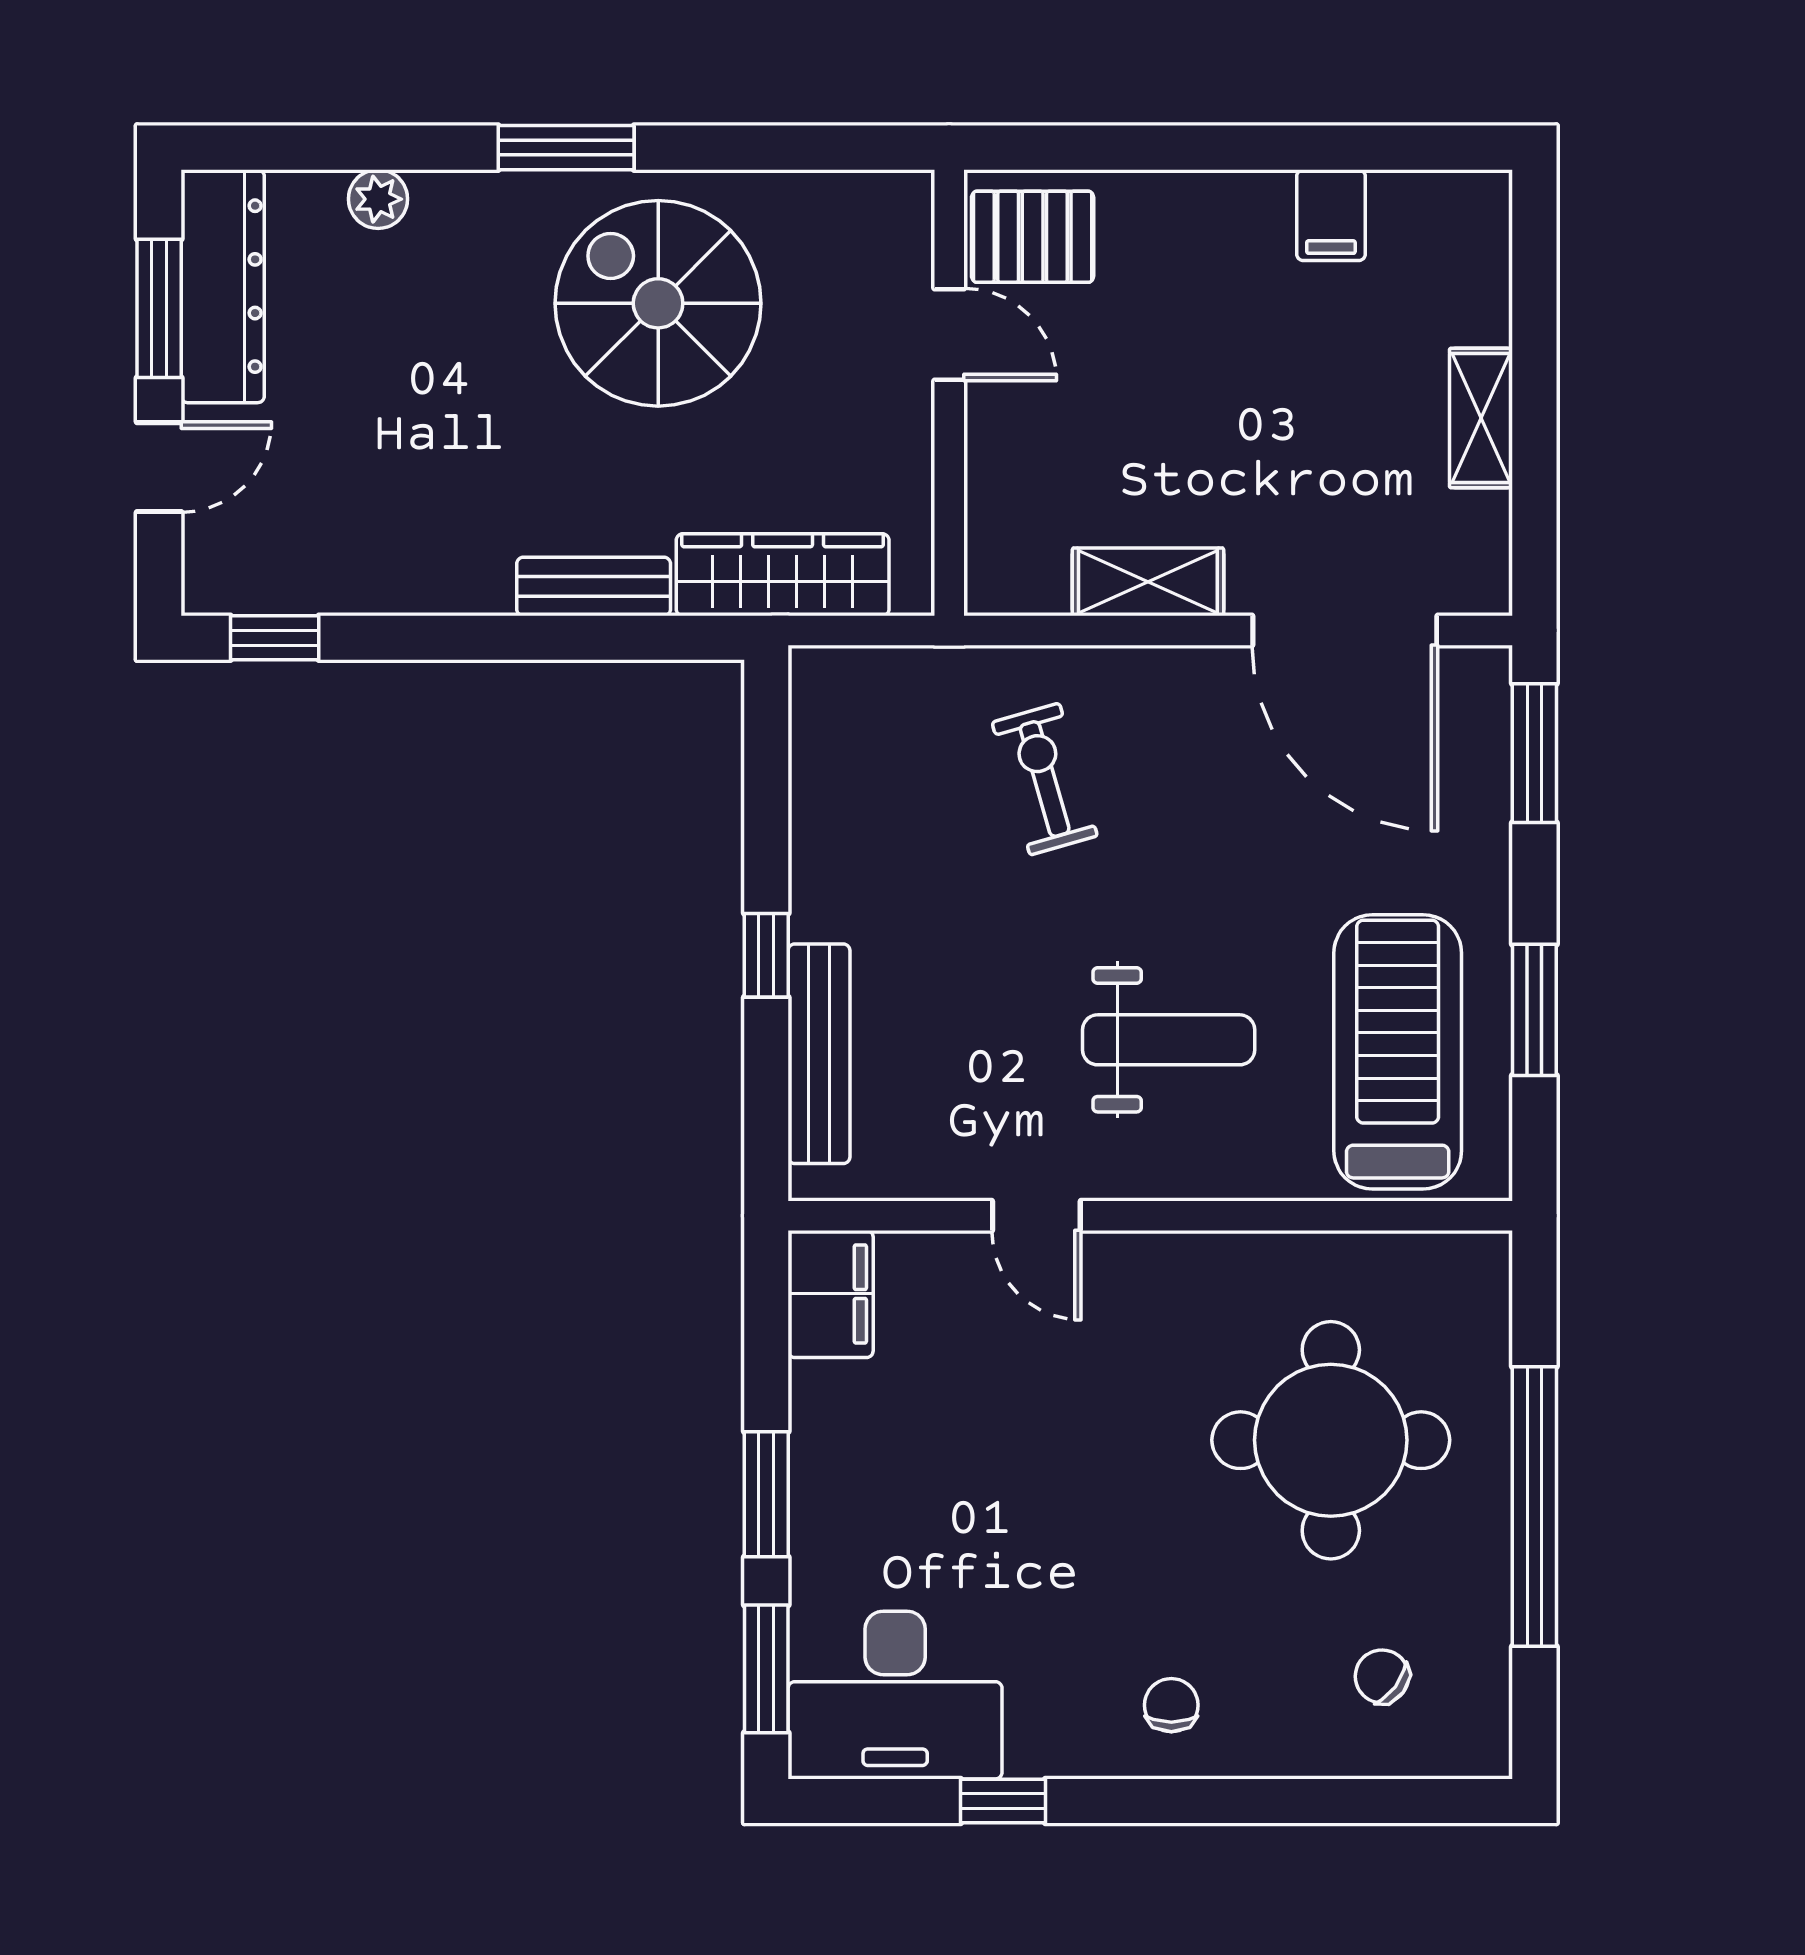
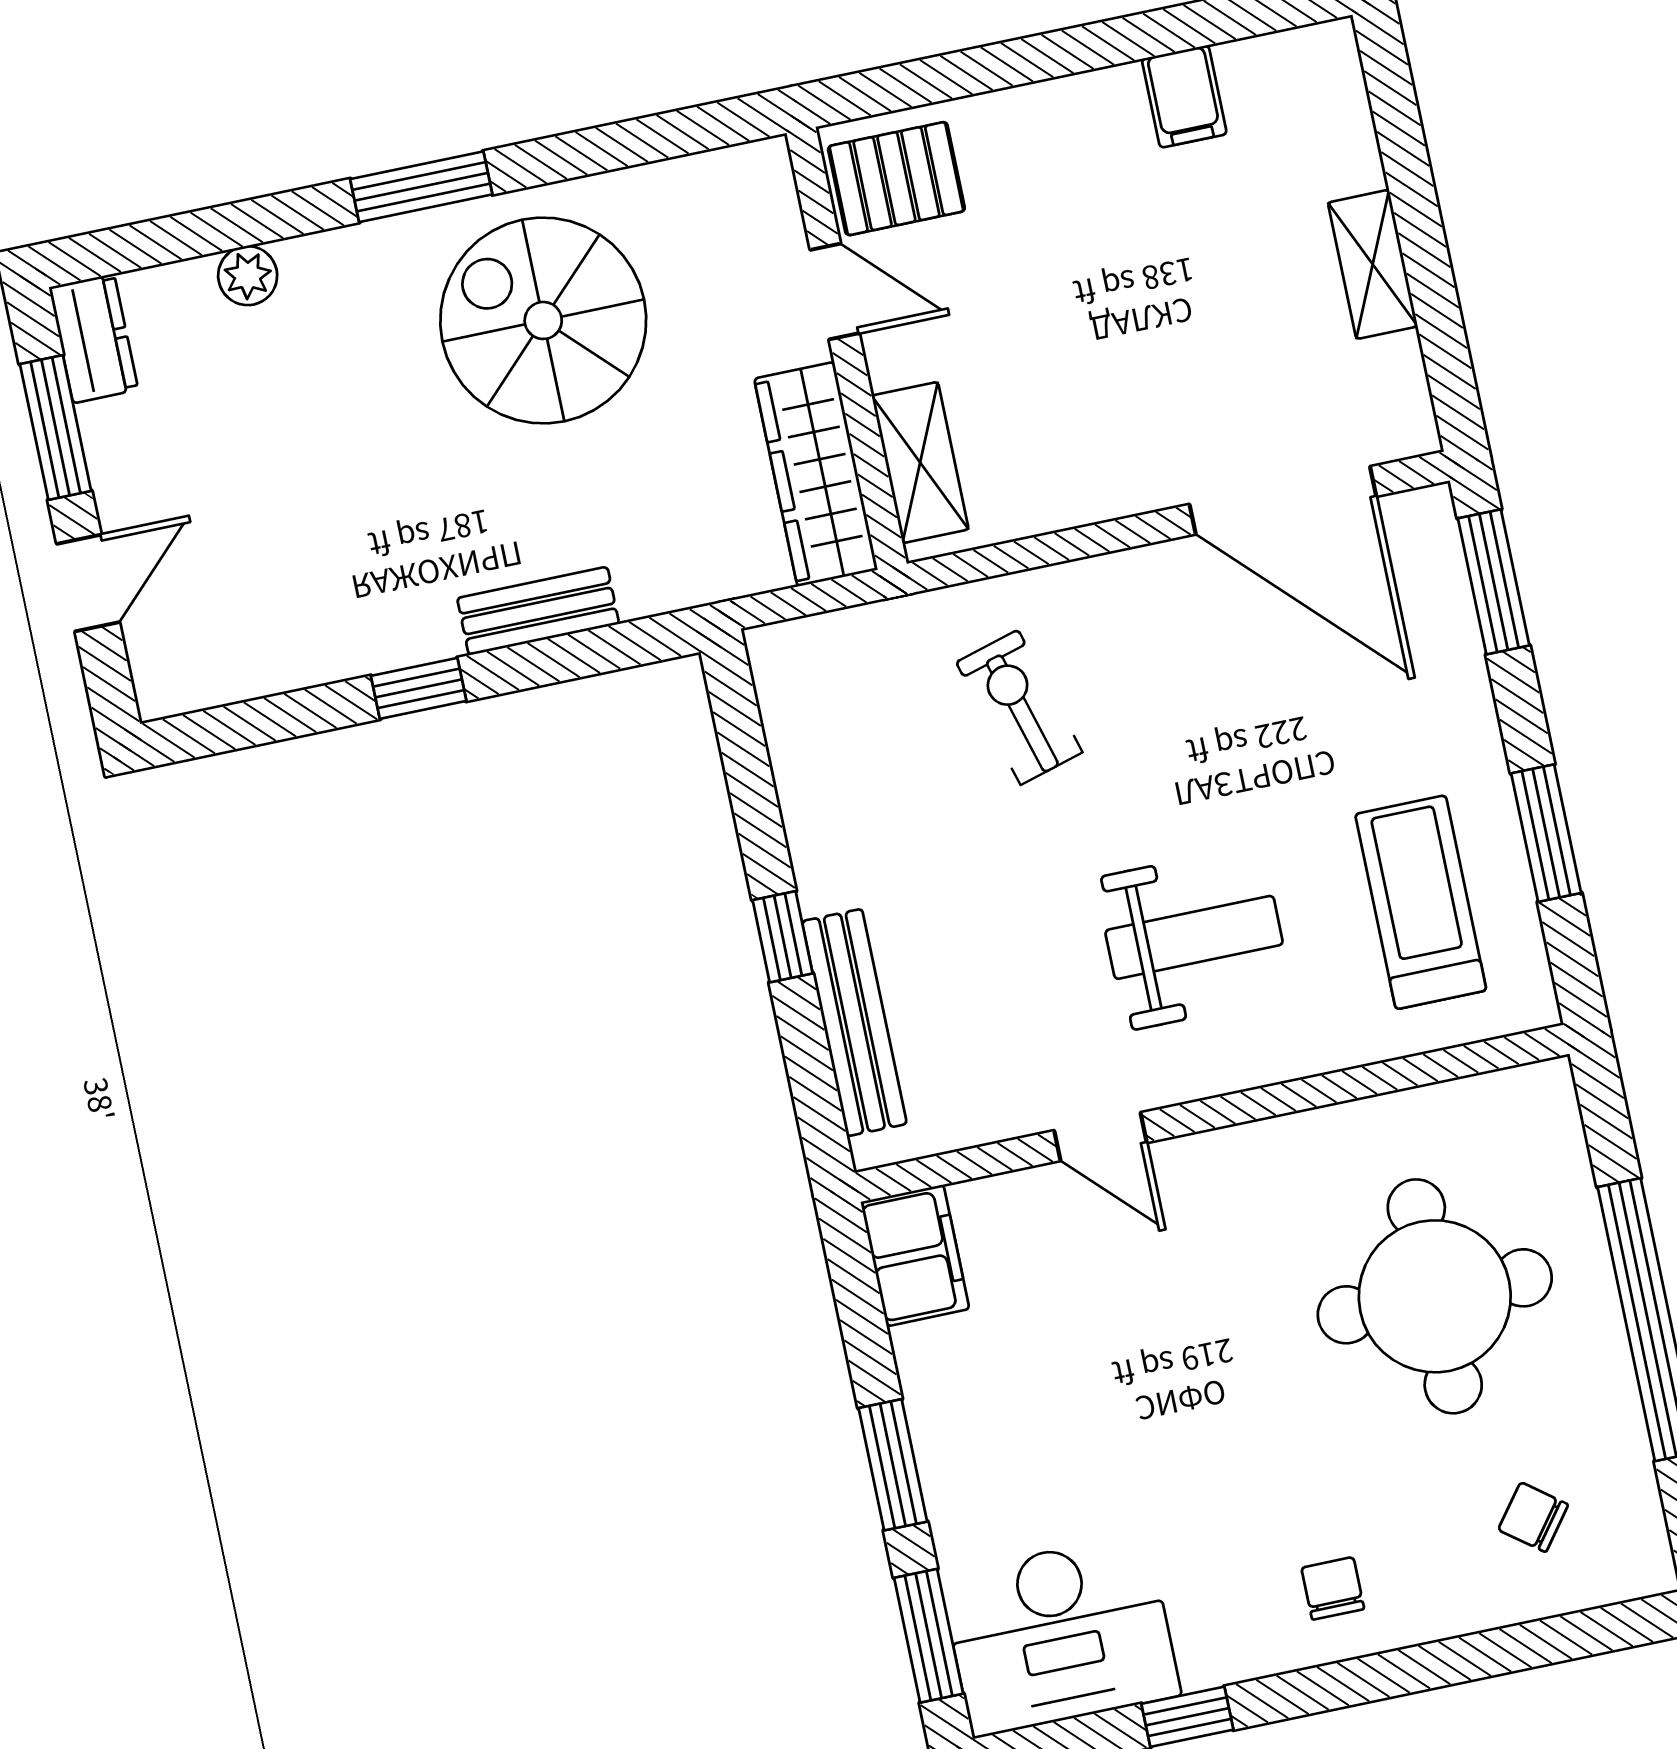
dresser: (223, 286) -> (94, 338), width x0.51, depth x0.80
wardrobe: (783, 575) -> (816, 474), moved, turned -90
shelving: (1148, 582) -> (920, 463), moved, turned 90
window: (275, 638) -> (419, 688), moved
treadmill: (1398, 1052) -> (1421, 902), width x0.73, depth x0.73

